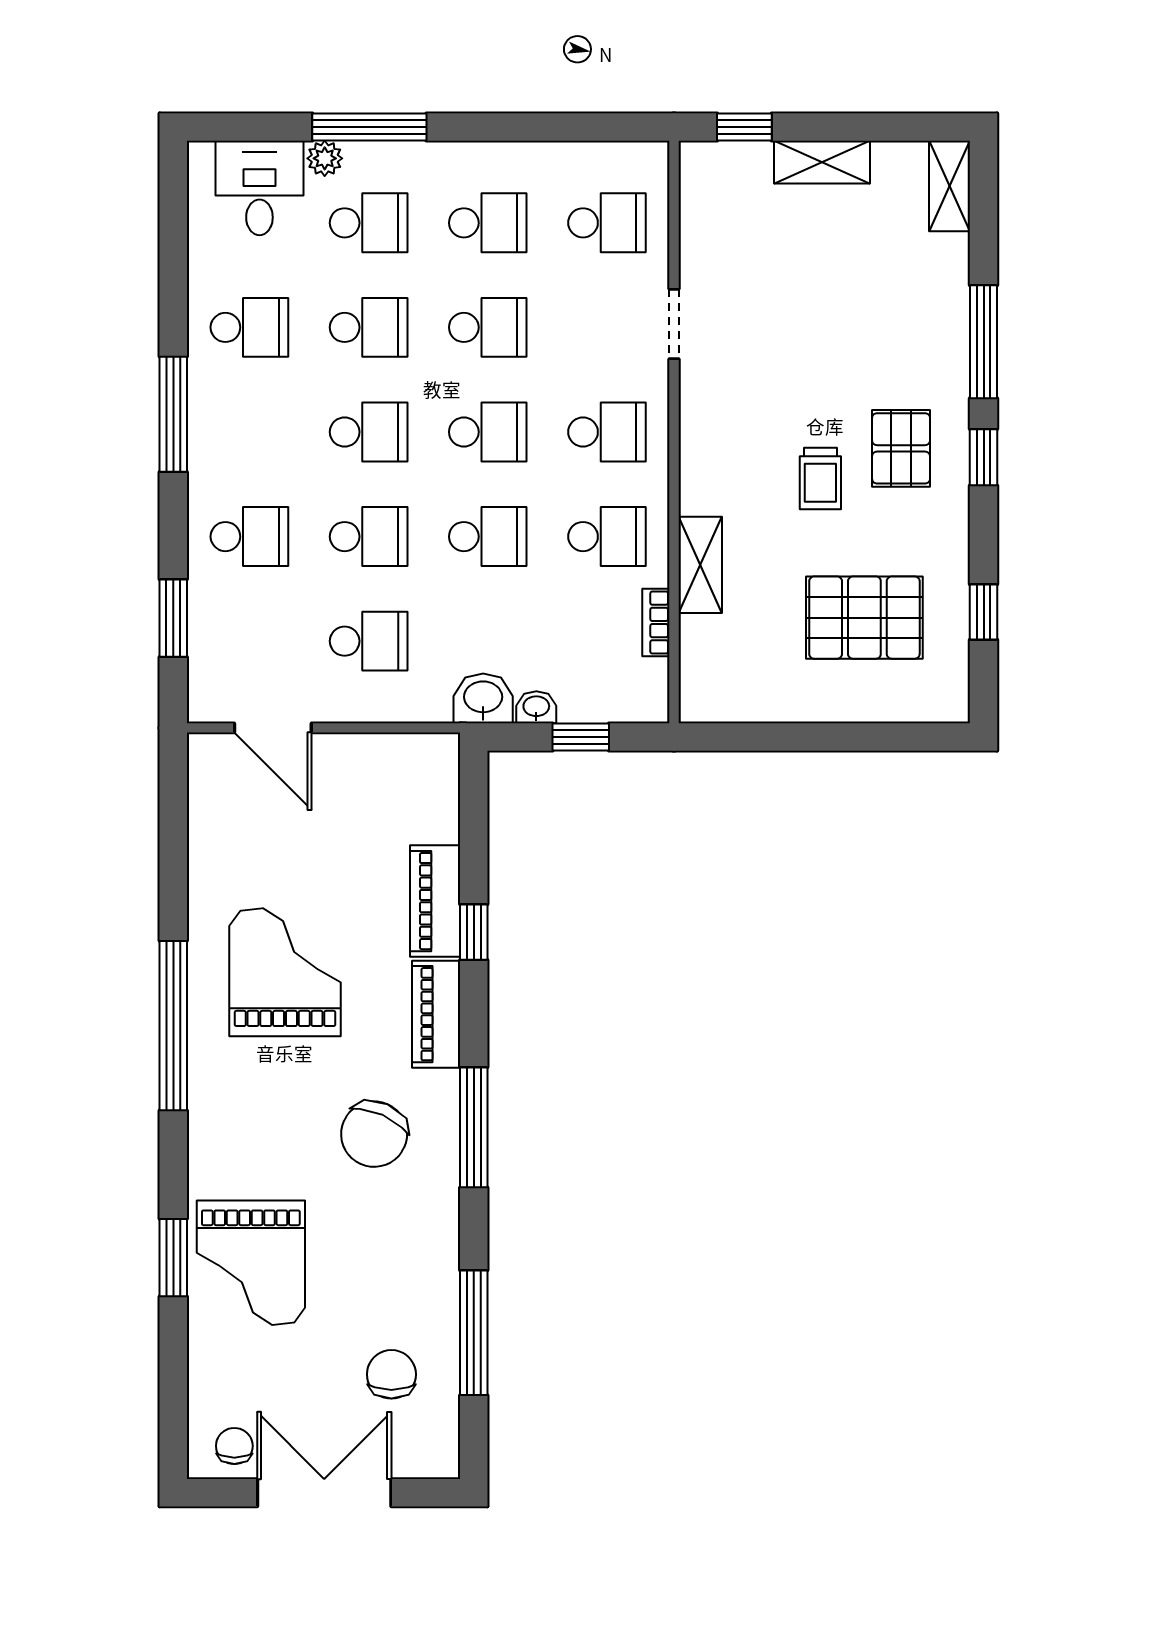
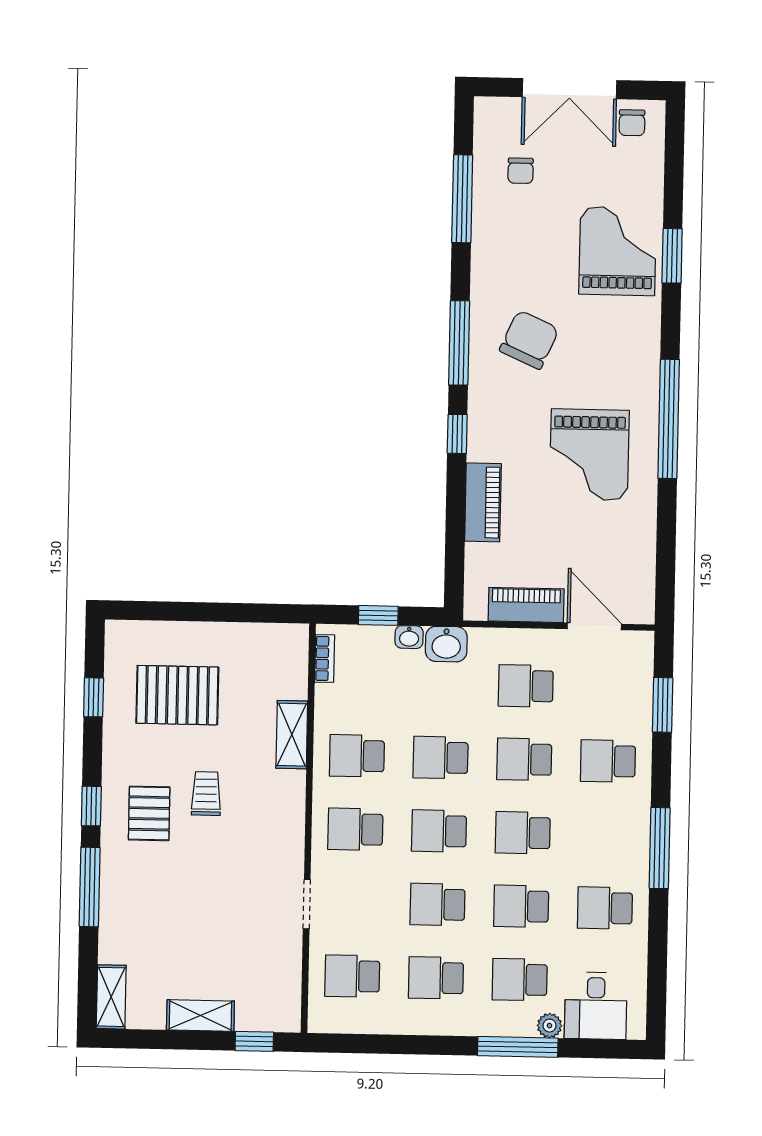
bookcase: (656, 623) -> (325, 659), moved
window: (474, 932) -> (457, 434), moved
piano: (436, 1014) -> (526, 605), moved, turned -90
chair: (391, 1374) -> (521, 171), width x0.73, depth x0.73

